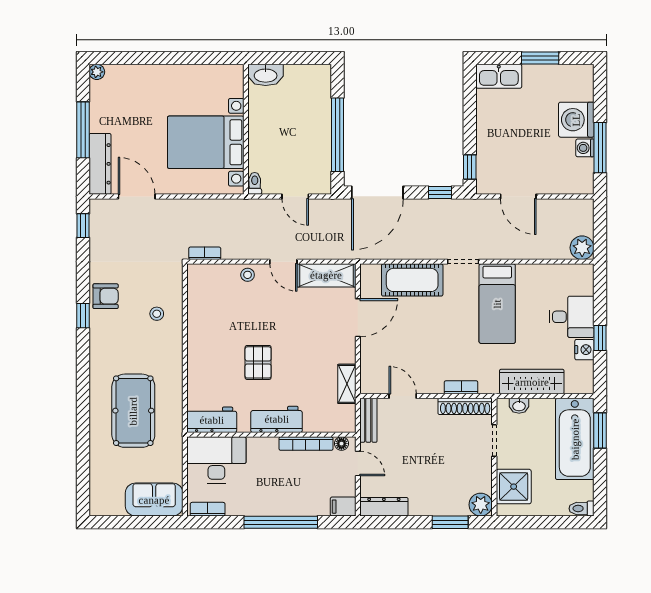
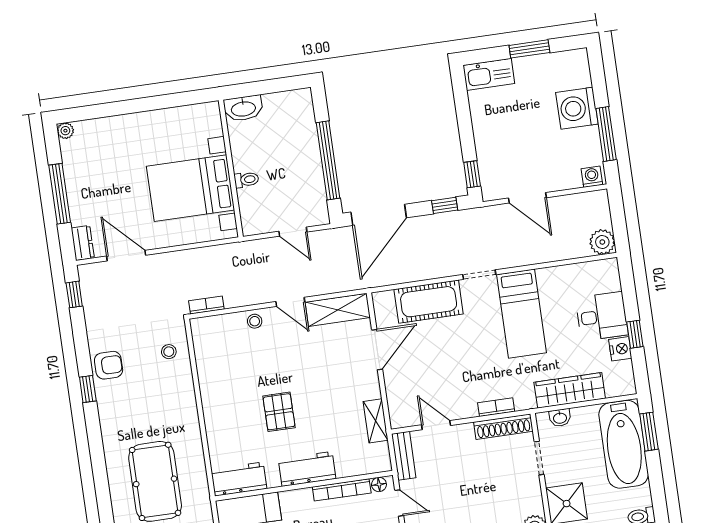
washing machine: (585, 148) -> (592, 177), moved, turned 90
dresser: (100, 164) -> (83, 243), width x0.51, depth x0.80
toilet: (255, 183) -> (247, 180), moved, turned 90
stool: (157, 314) -> (169, 352), moved

